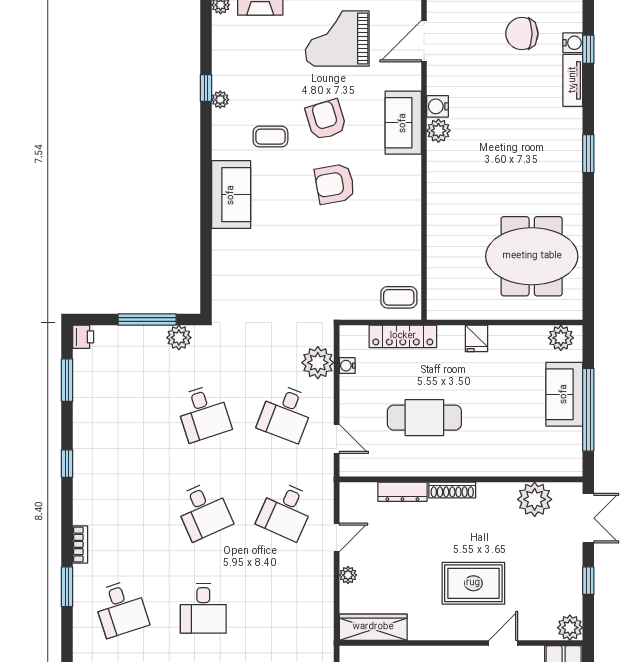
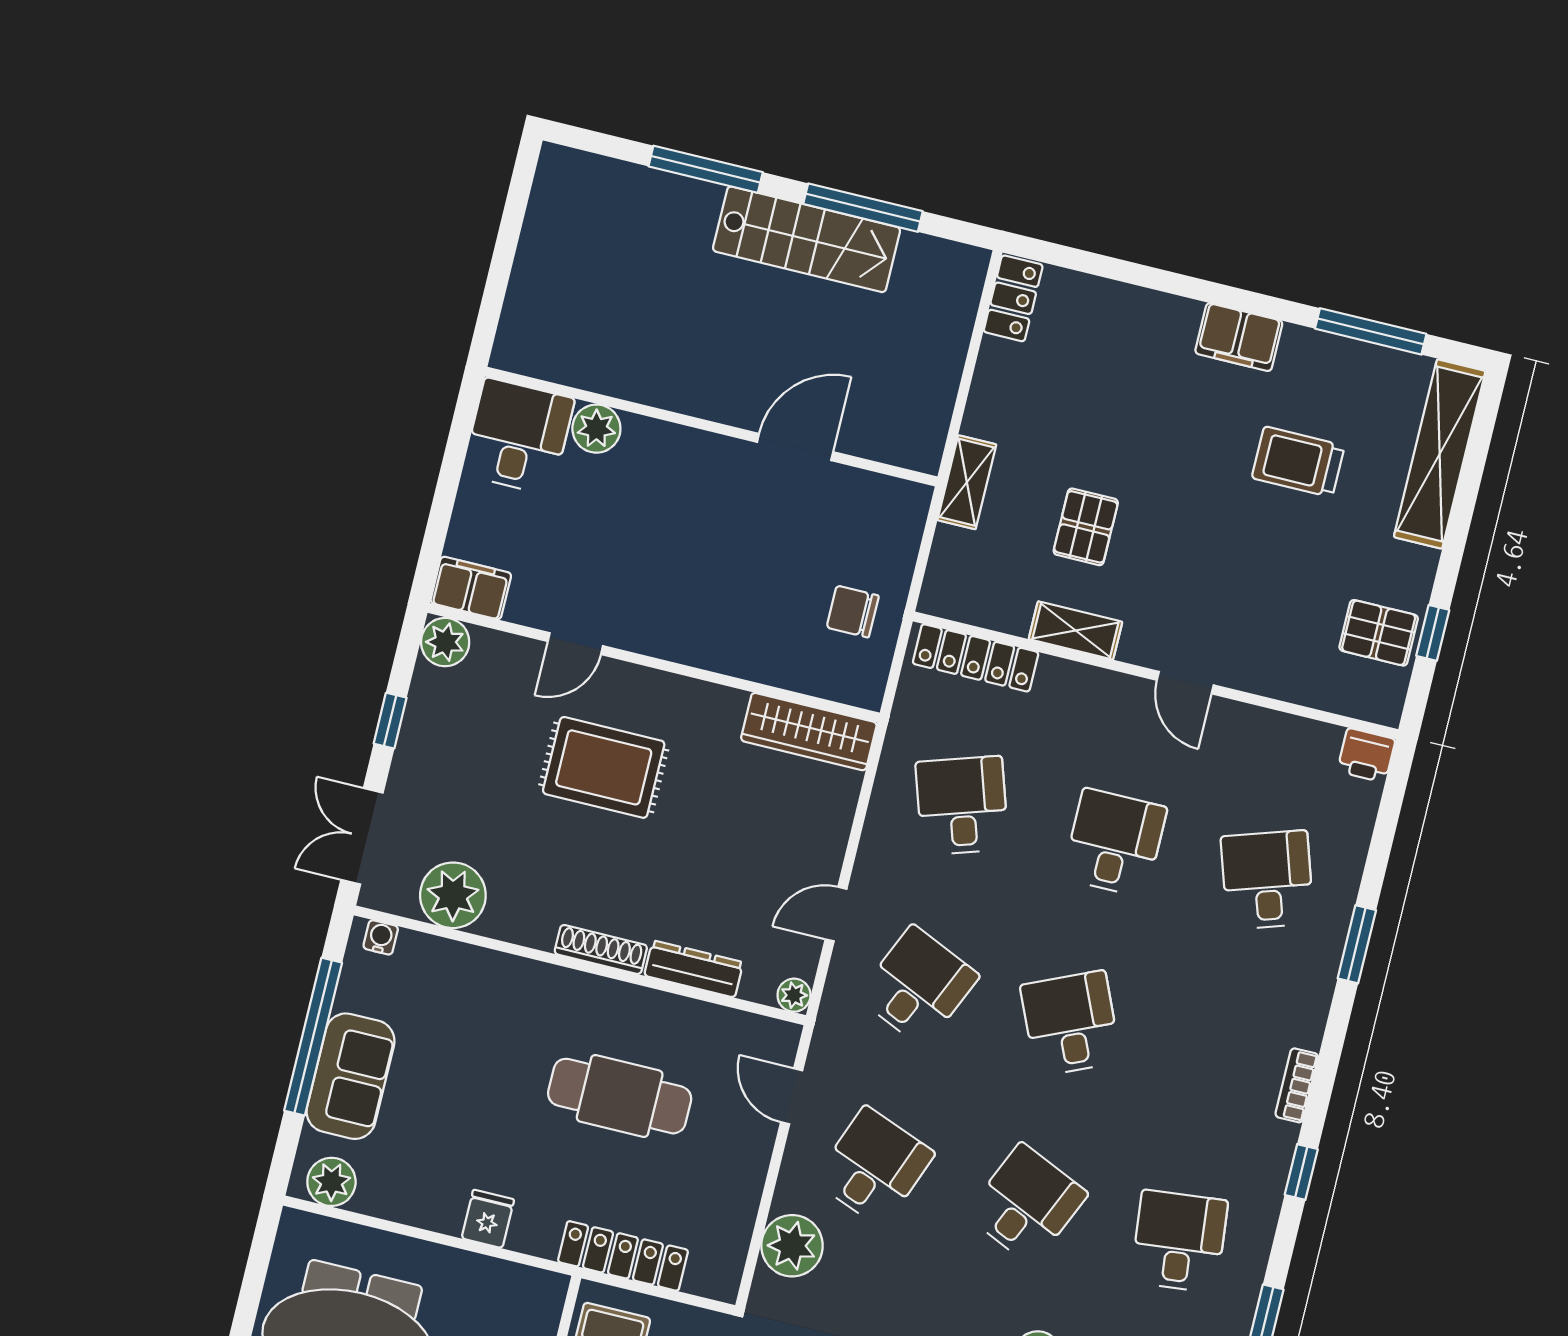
water cooler: (347, 366) -> (381, 937), moved, turned -90
desk: (121, 413) -> (1179, 1241), added
desk: (203, 413) -> (1027, 1204), turned 42
bookcase: (80, 544) -> (1297, 1085), moved
plant: (348, 575) -> (794, 995), moved
desk: (286, 608) -> (962, 806), added

